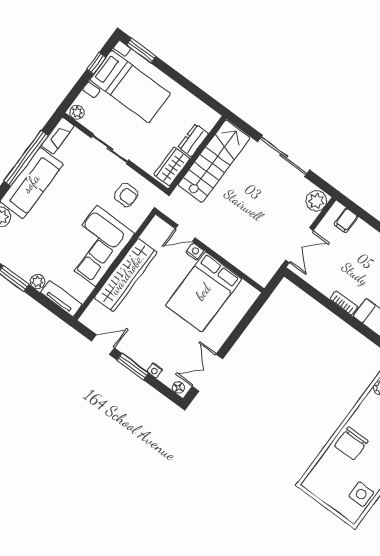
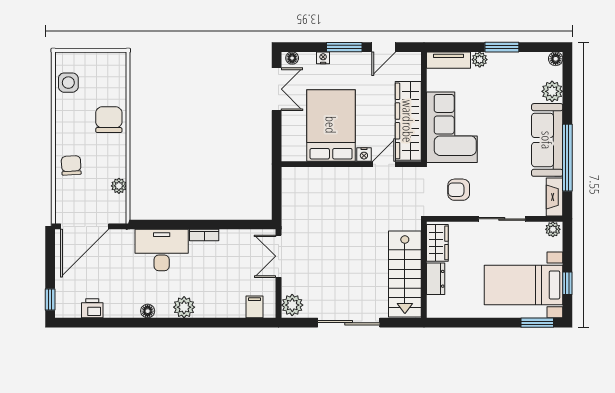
door: (185, 233) -> (384, 164), moved
wall: (210, 251) -> (351, 164), moved
nightstand: (195, 252) -> (364, 154), moved
bed: (203, 292) -> (331, 125), moved

